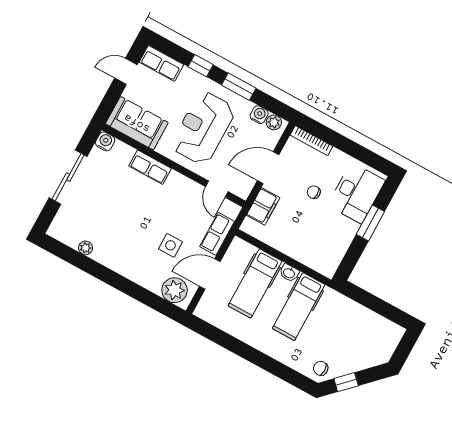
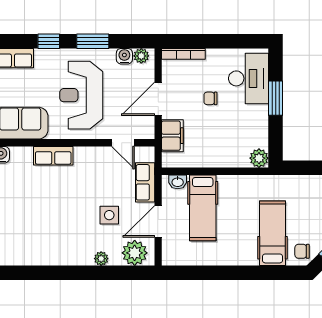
plant: (86, 248) -> (101, 259), moved
plant: (327, 267) -> (259, 158), added
washbasin: (289, 273) -> (178, 182), moved
hospital bed: (299, 307) -> (273, 233), moved, turned 180

